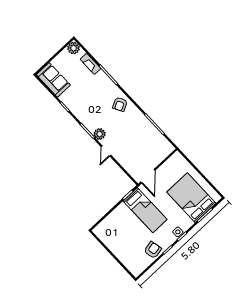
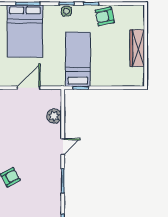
plant: (100, 134) -> (54, 116), moved
door: (148, 176) -> (29, 88), moved
wardrobe: (116, 249) -> (137, 48), added

